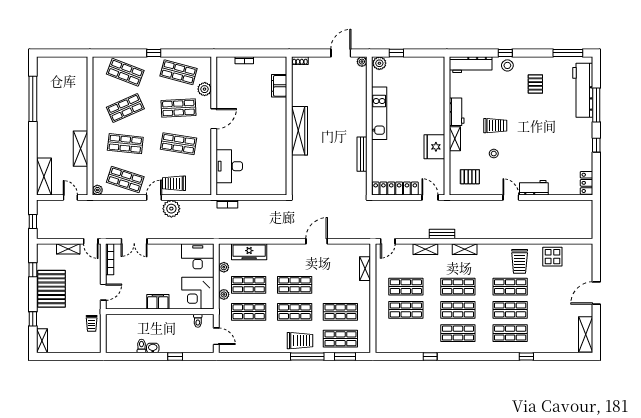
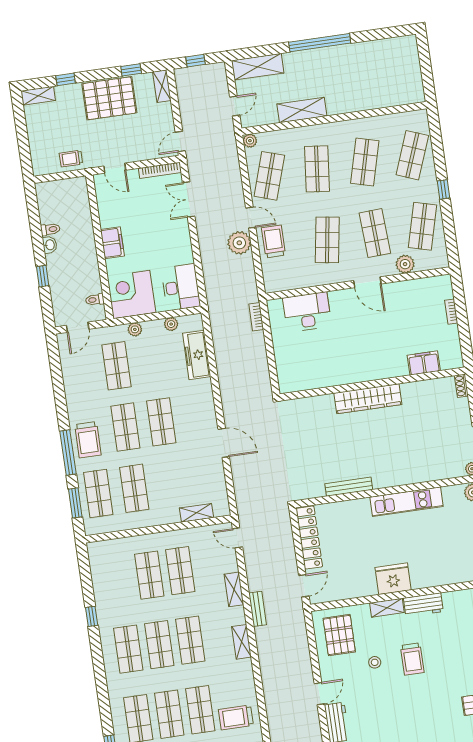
window: (33, 99) -> (320, 43), moved
shop shelf: (125, 108) -> (365, 162), turned 39
fridge: (434, 147) -> (393, 579), moved
pallet: (470, 177) -> (339, 635), width x1.50, depth x1.42
shelving: (68, 249) -> (162, 86), moved
shop shelf: (249, 285) -> (152, 361), removed

